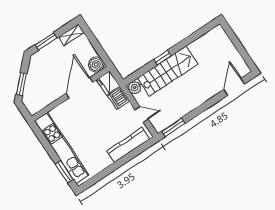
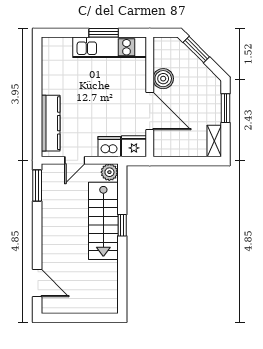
boiler: (96, 64) -> (163, 79), moved
kitchen unit: (62, 148) -> (110, 47), width x0.73
window: (64, 172) -> (104, 33), moved

